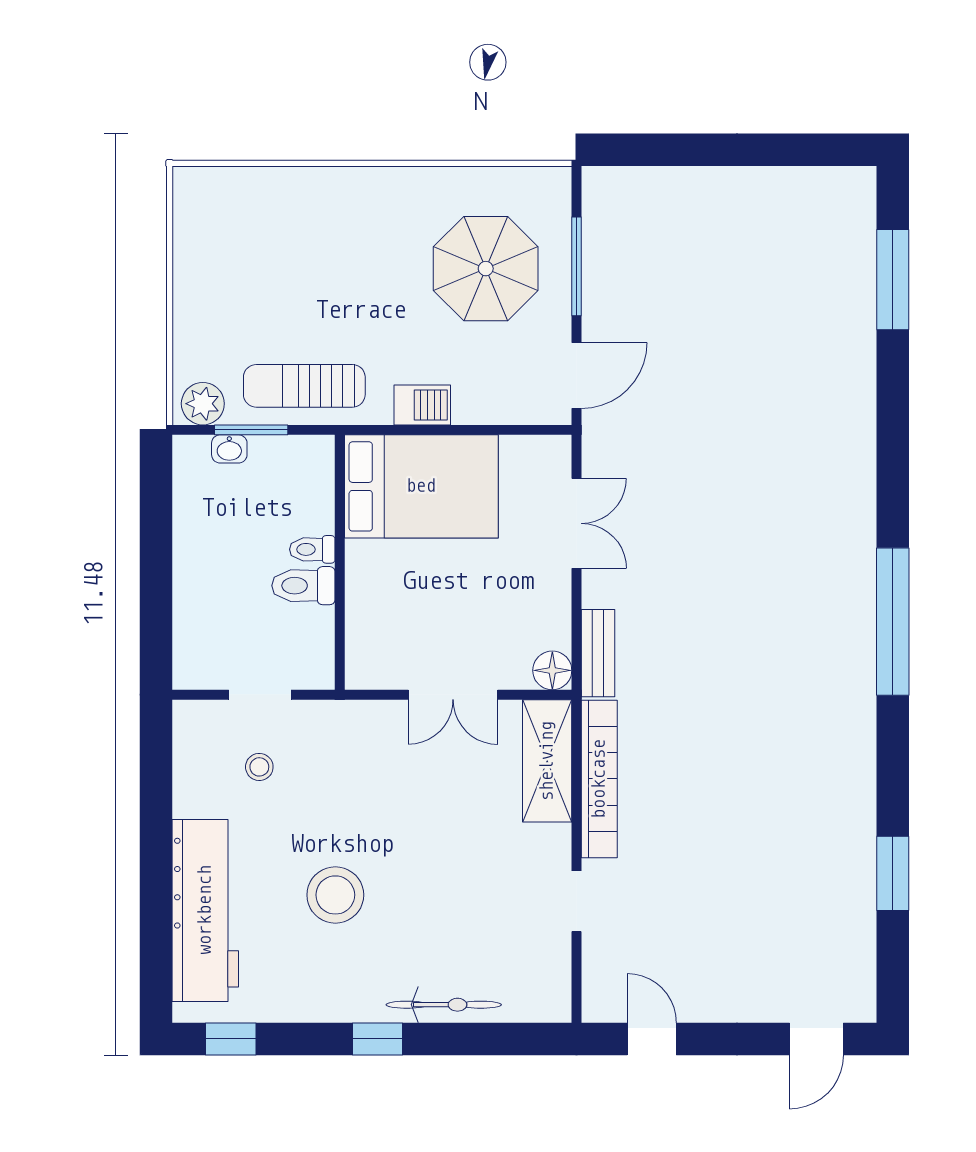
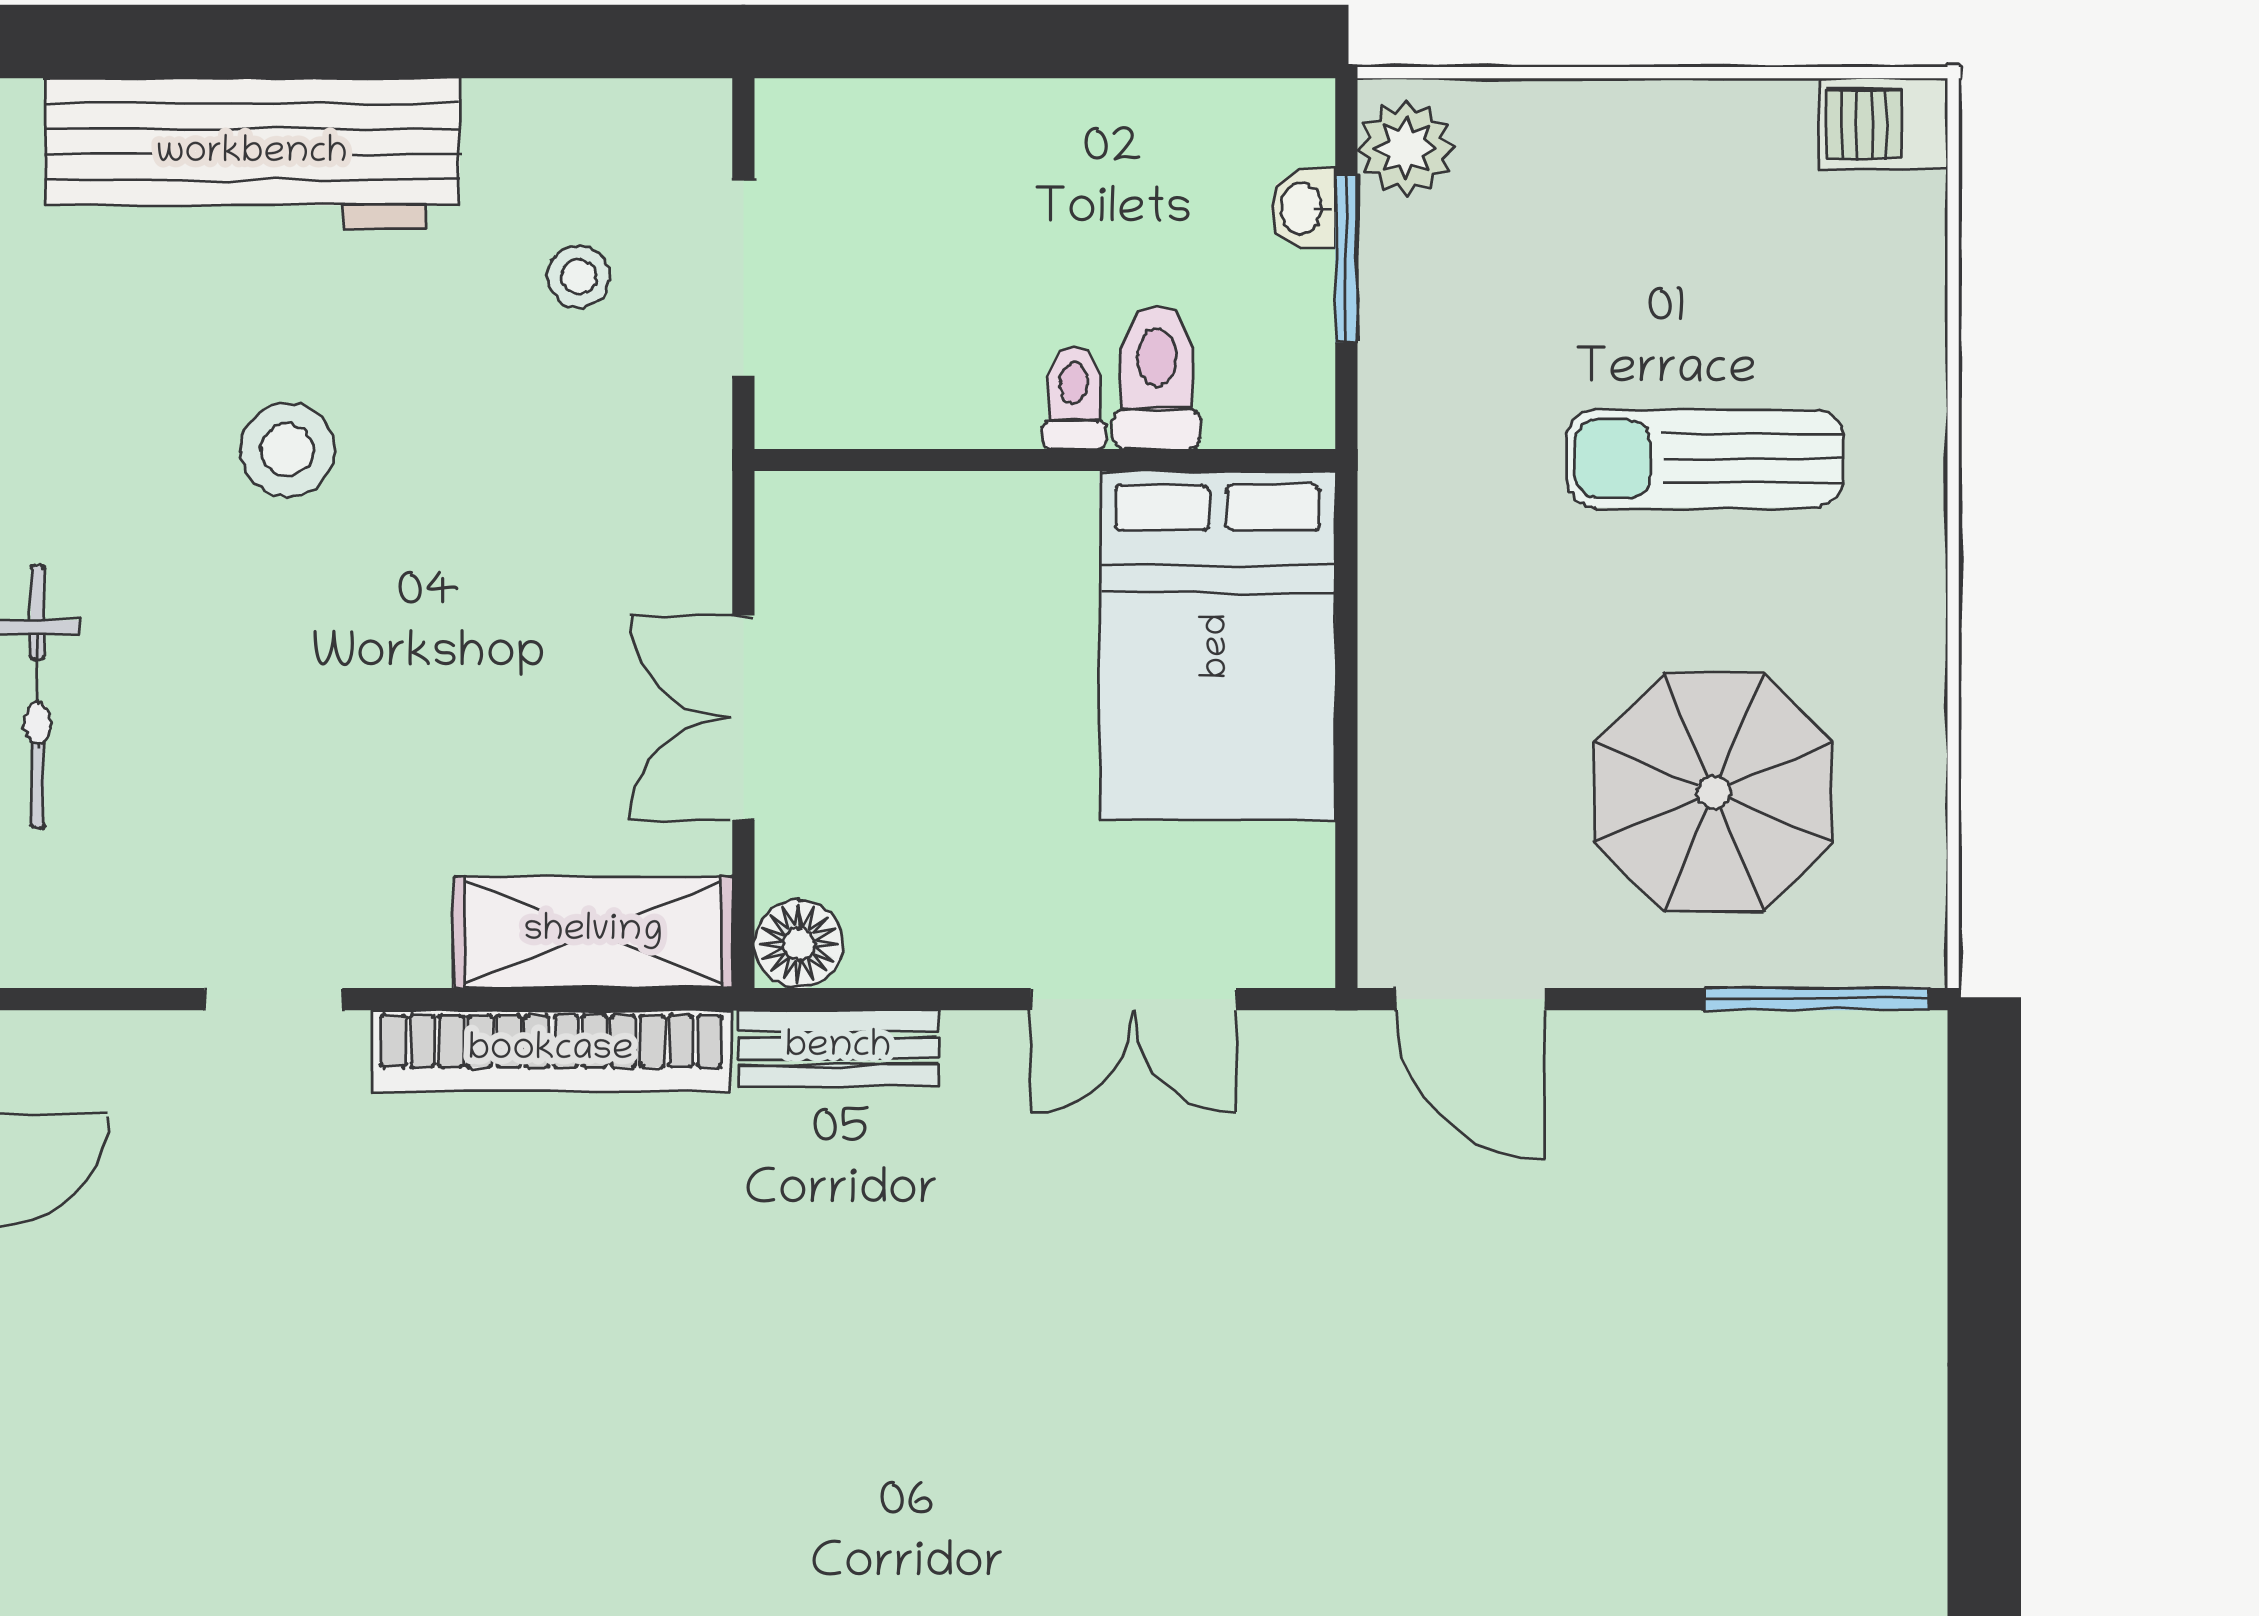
window: (577, 266) -> (1817, 999), moved
sun lounger: (304, 386) -> (1705, 459), moved, turned -90
barbecue: (422, 405) -> (1883, 124), moved, turned 90
toilet: (303, 586) -> (1157, 377), moved
doorway: (260, 695) -> (743, 278), width x1.38
stool: (335, 895) -> (287, 450), width x0.73, depth x0.73

